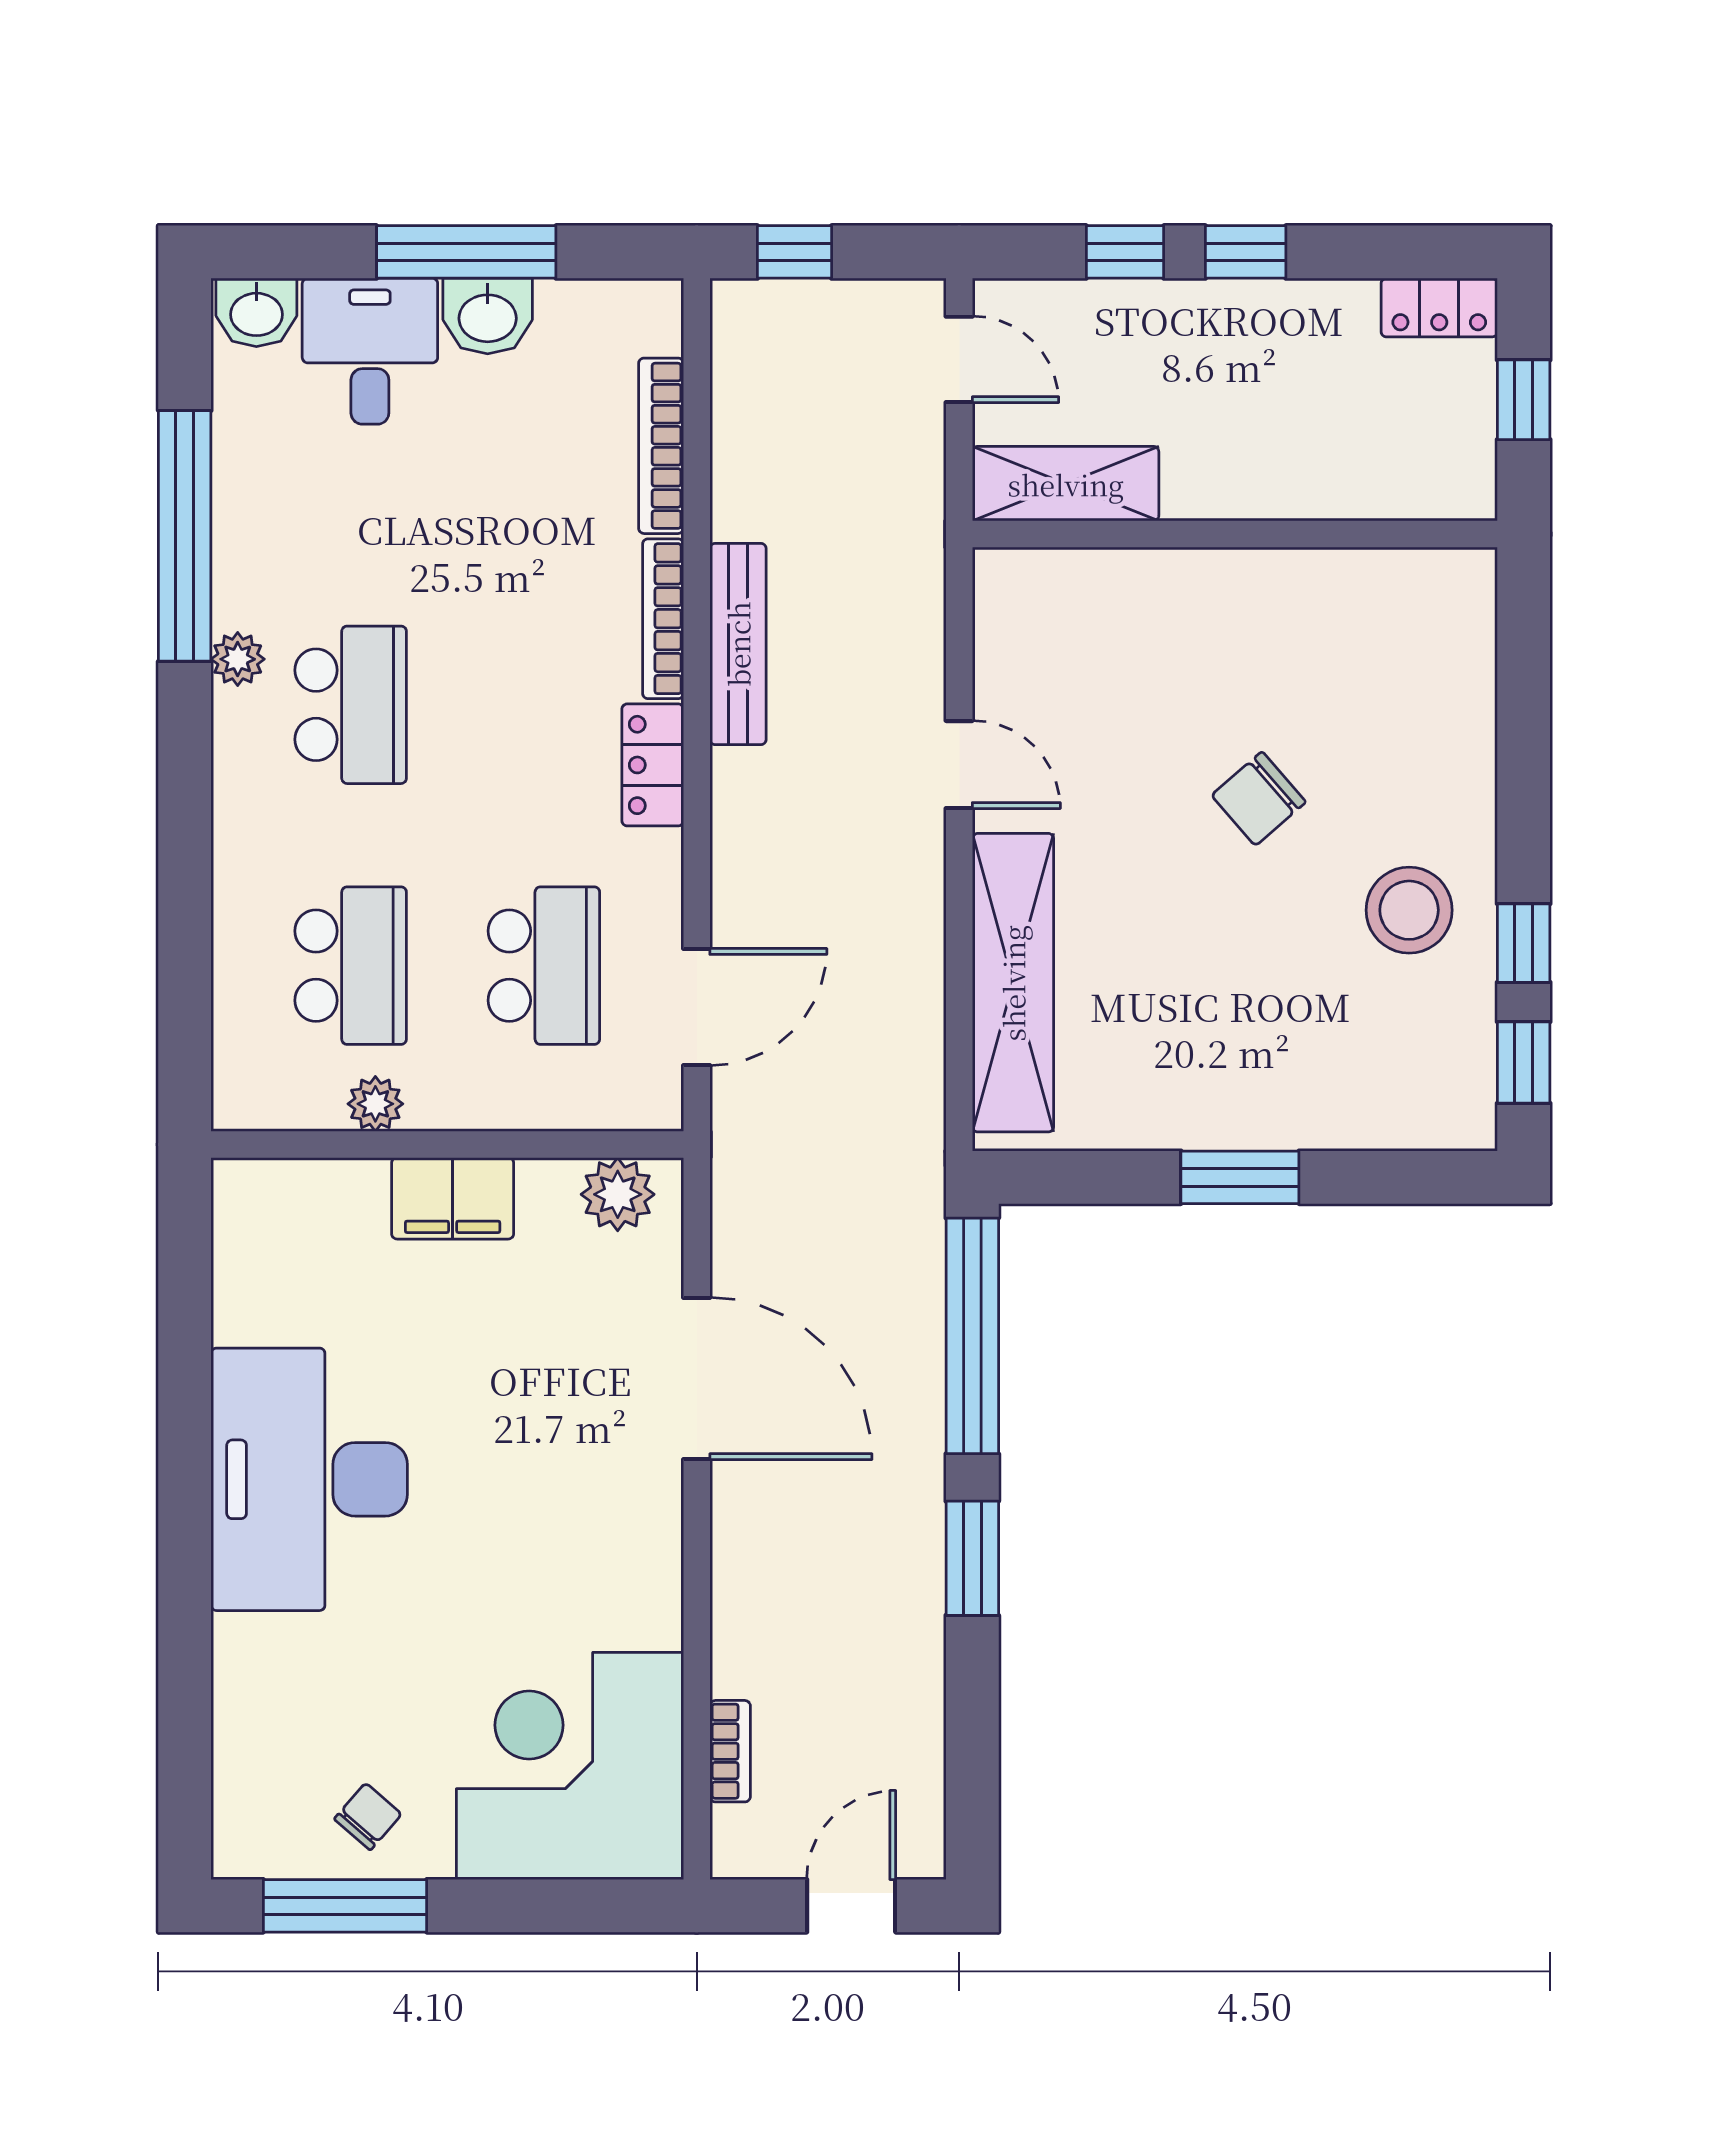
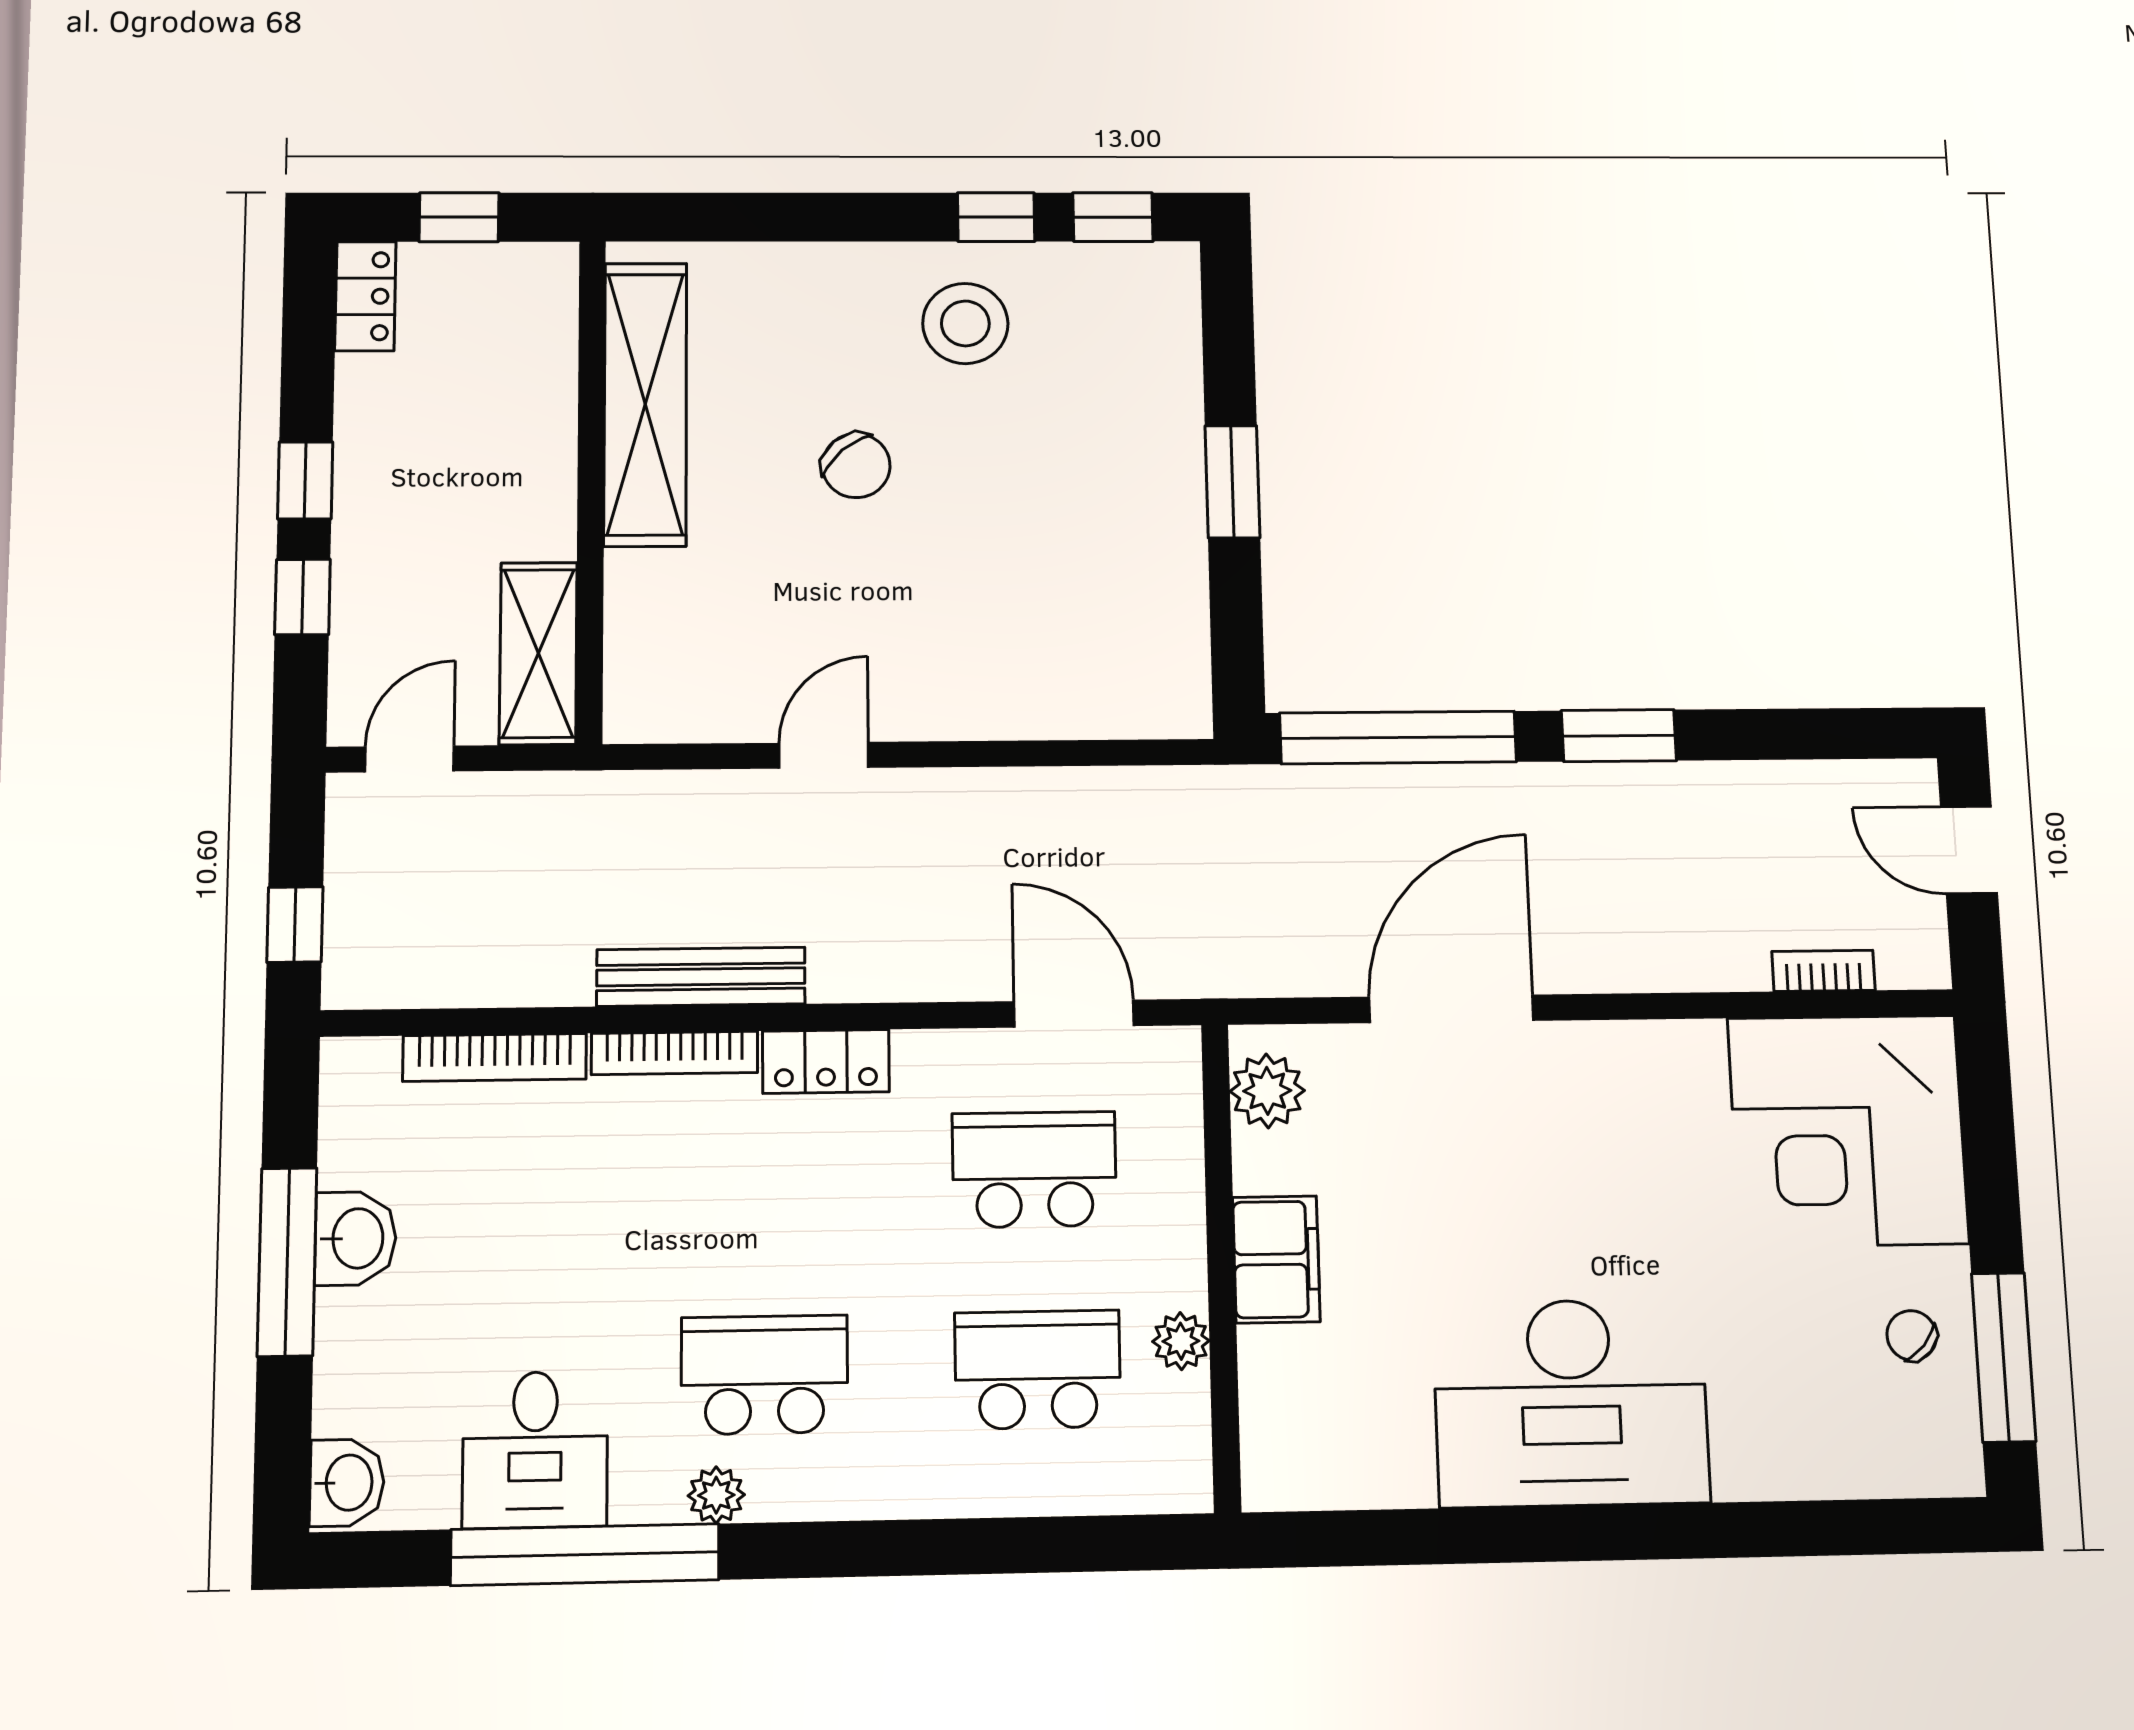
desk: (370, 351) -> (535, 1450), moved, turned -90
shelving: (1013, 983) -> (645, 404), moved, turned 90

